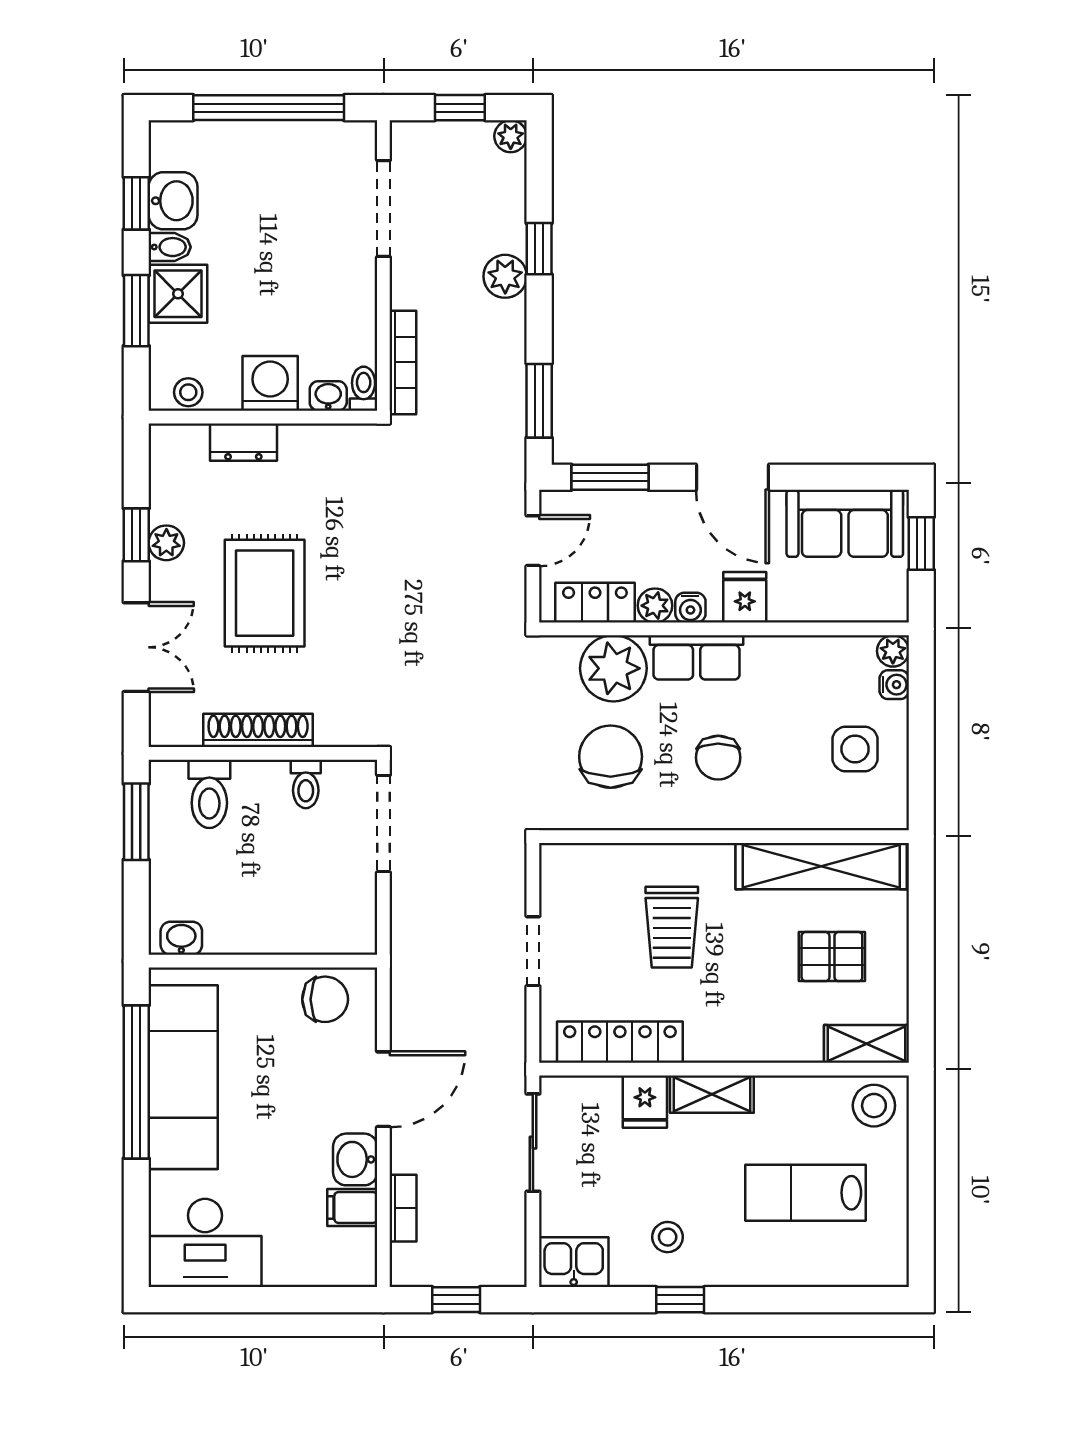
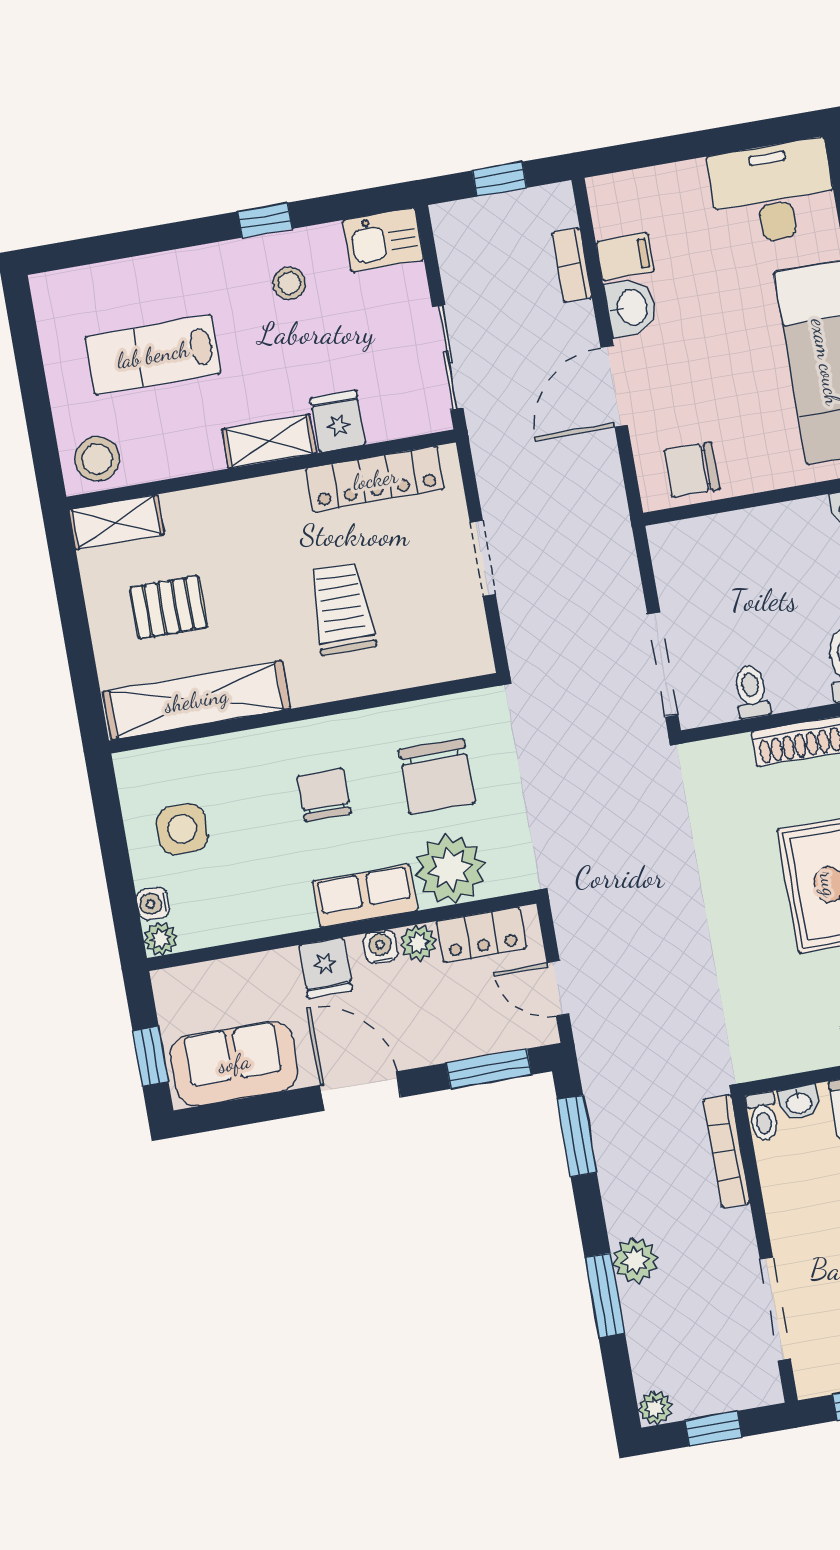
window: (539, 249) -> (605, 1295), width x1.50
door: (533, 541) -> (558, 988), hinge flipped
lab bench: (806, 1193) -> (153, 355), turned 180

